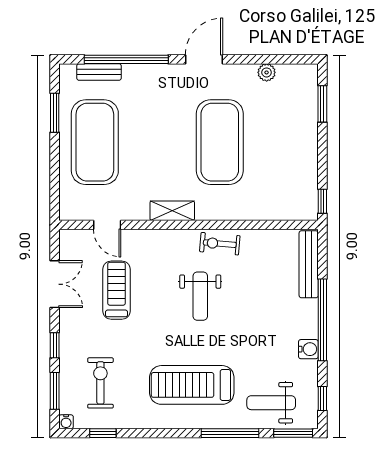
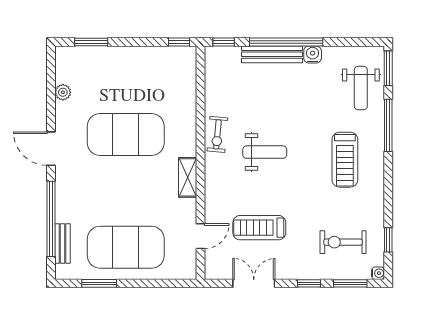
bench: (309, 264) -> (272, 54), moved
treadmill: (192, 385) -> (345, 160), width x0.73, depth x0.73
window: (322, 399) -> (224, 42), moved

